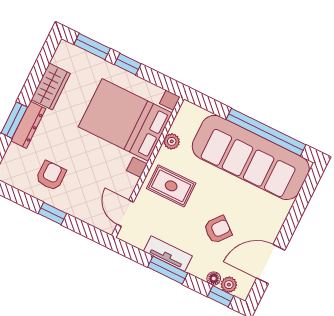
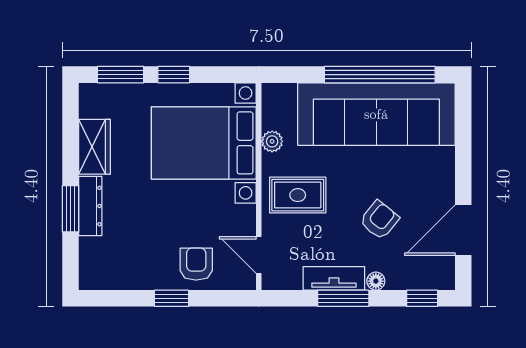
armchair: (51, 176) -> (196, 264), moved
floor lamp: (214, 279) -> (376, 281), moved
plant: (229, 285) -> (425, 279), removed

